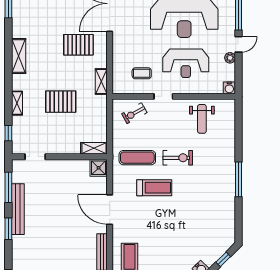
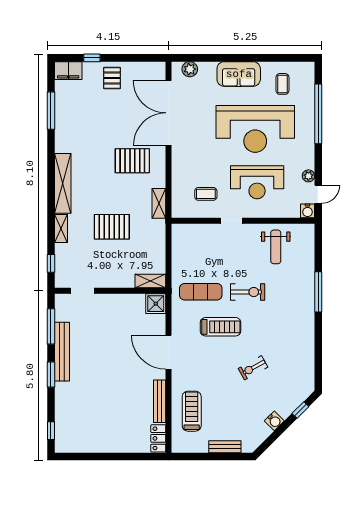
door: (239, 44) -> (318, 194), moved
shelving: (19, 56) -> (63, 183), width x1.47
exercise bike: (134, 113) -> (253, 368), moved
window: (239, 179) -> (318, 292), moved

